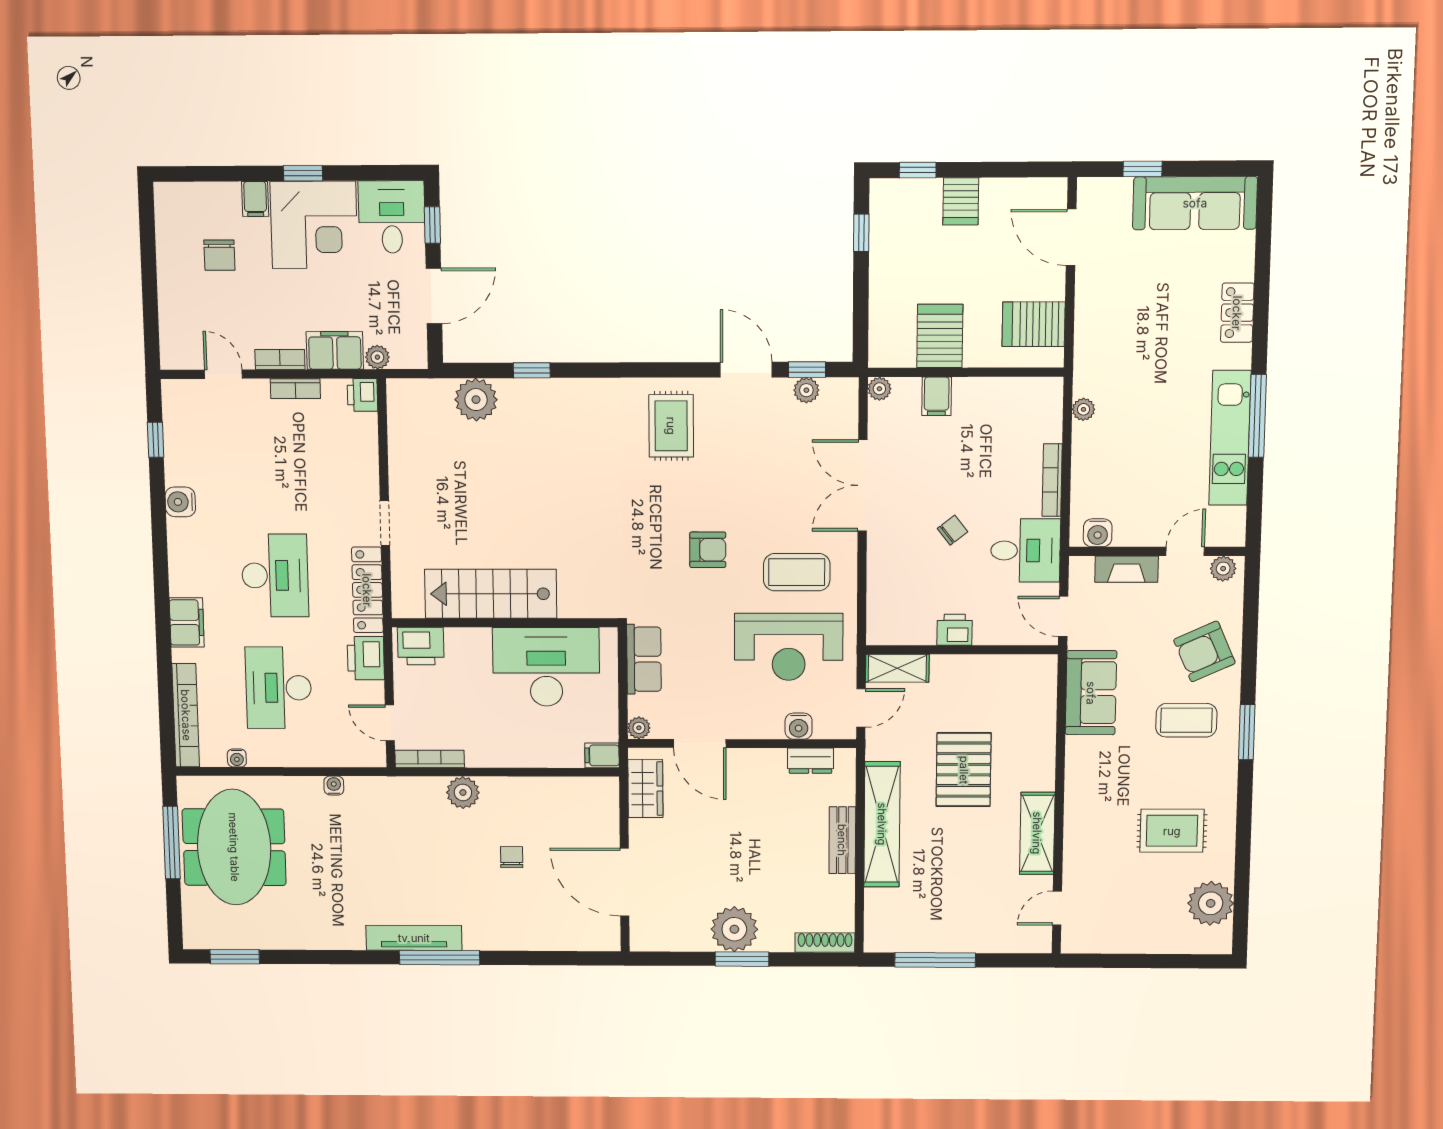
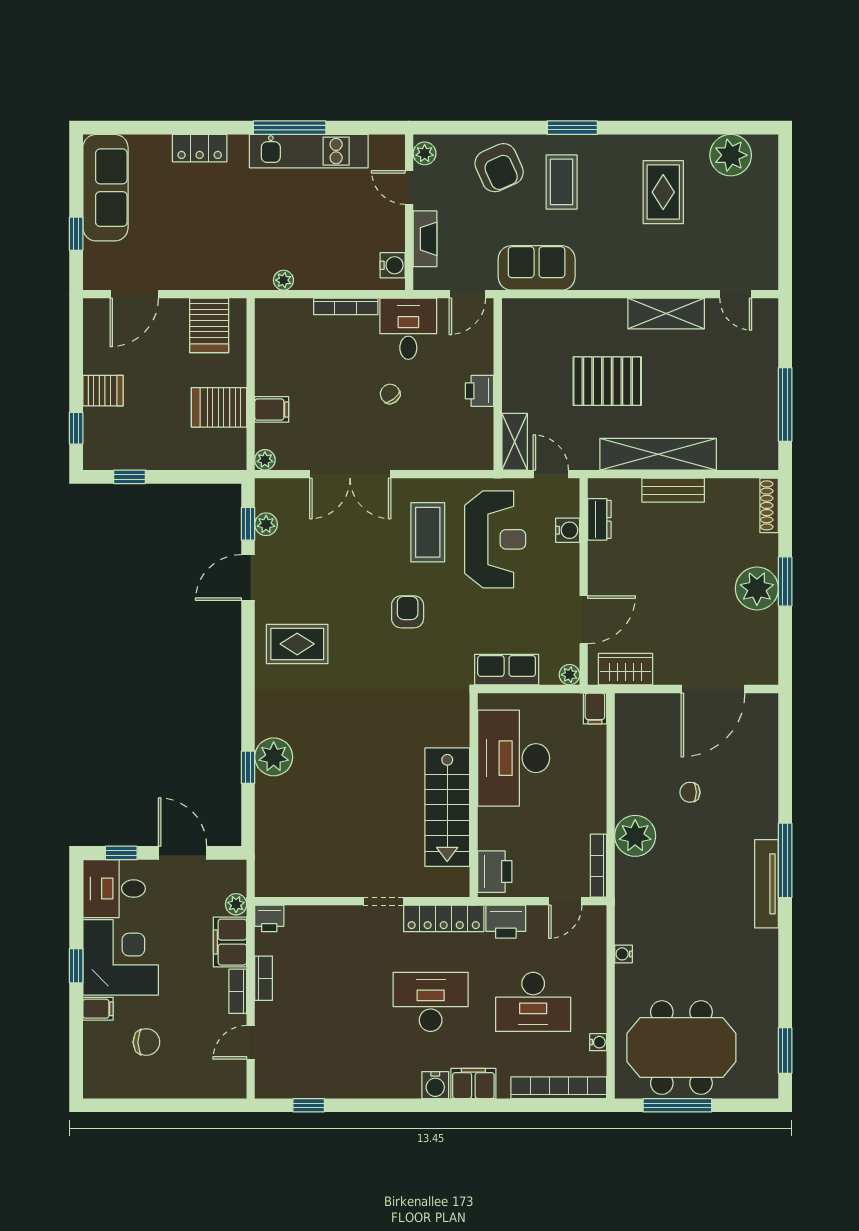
plant: (476, 400) -> (274, 757), moved
water cooler: (180, 502) -> (435, 1085), moved
plant: (463, 792) -> (635, 836), width x1.36, depth x1.36

